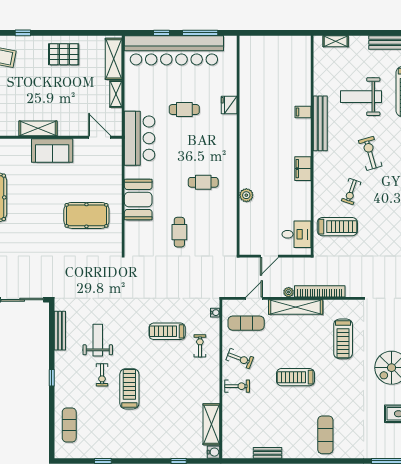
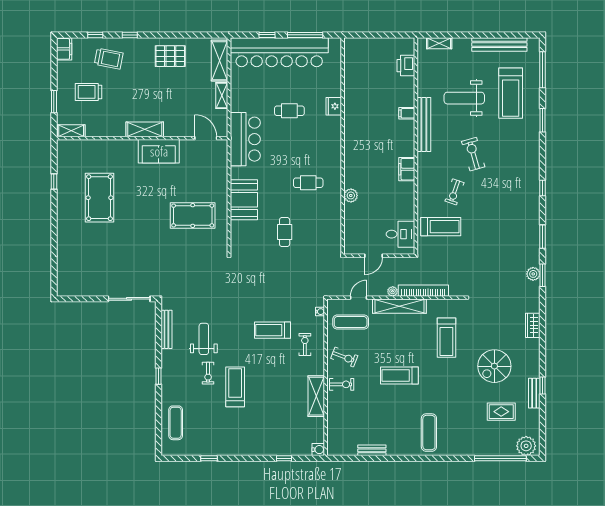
printer: (302, 64) -> (406, 66), added
shelving: (211, 424) -> (316, 396), moved

